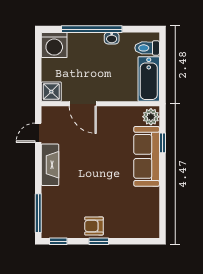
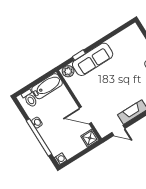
washing machine: (54, 45) -> (61, 159), width x0.53, depth x0.53
door: (83, 104) -> (85, 115), swing flipped

